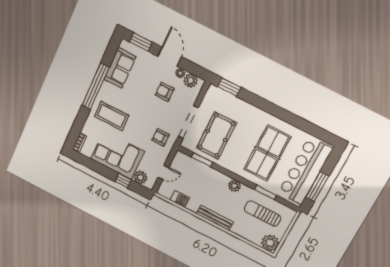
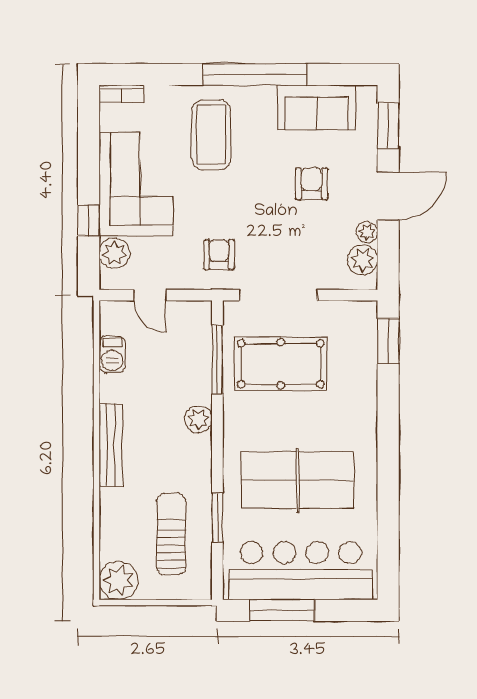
armchair: (165, 92) -> (311, 184), moved
window: (202, 160) -> (217, 359), width x1.44
plant: (234, 186) -> (198, 419), moved

